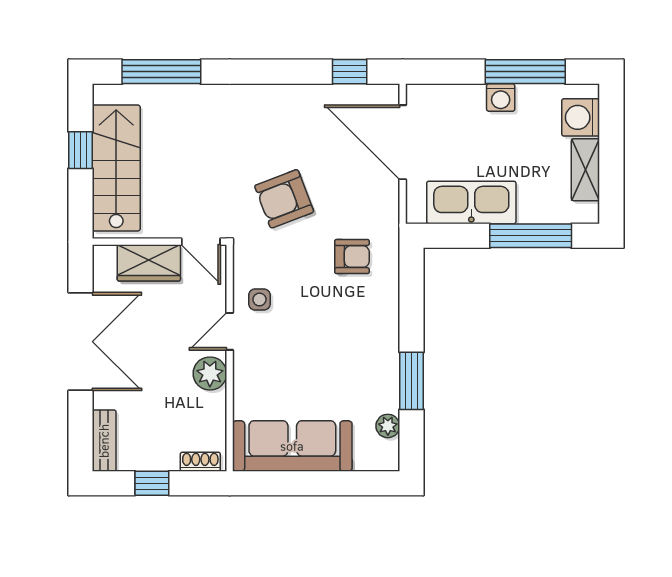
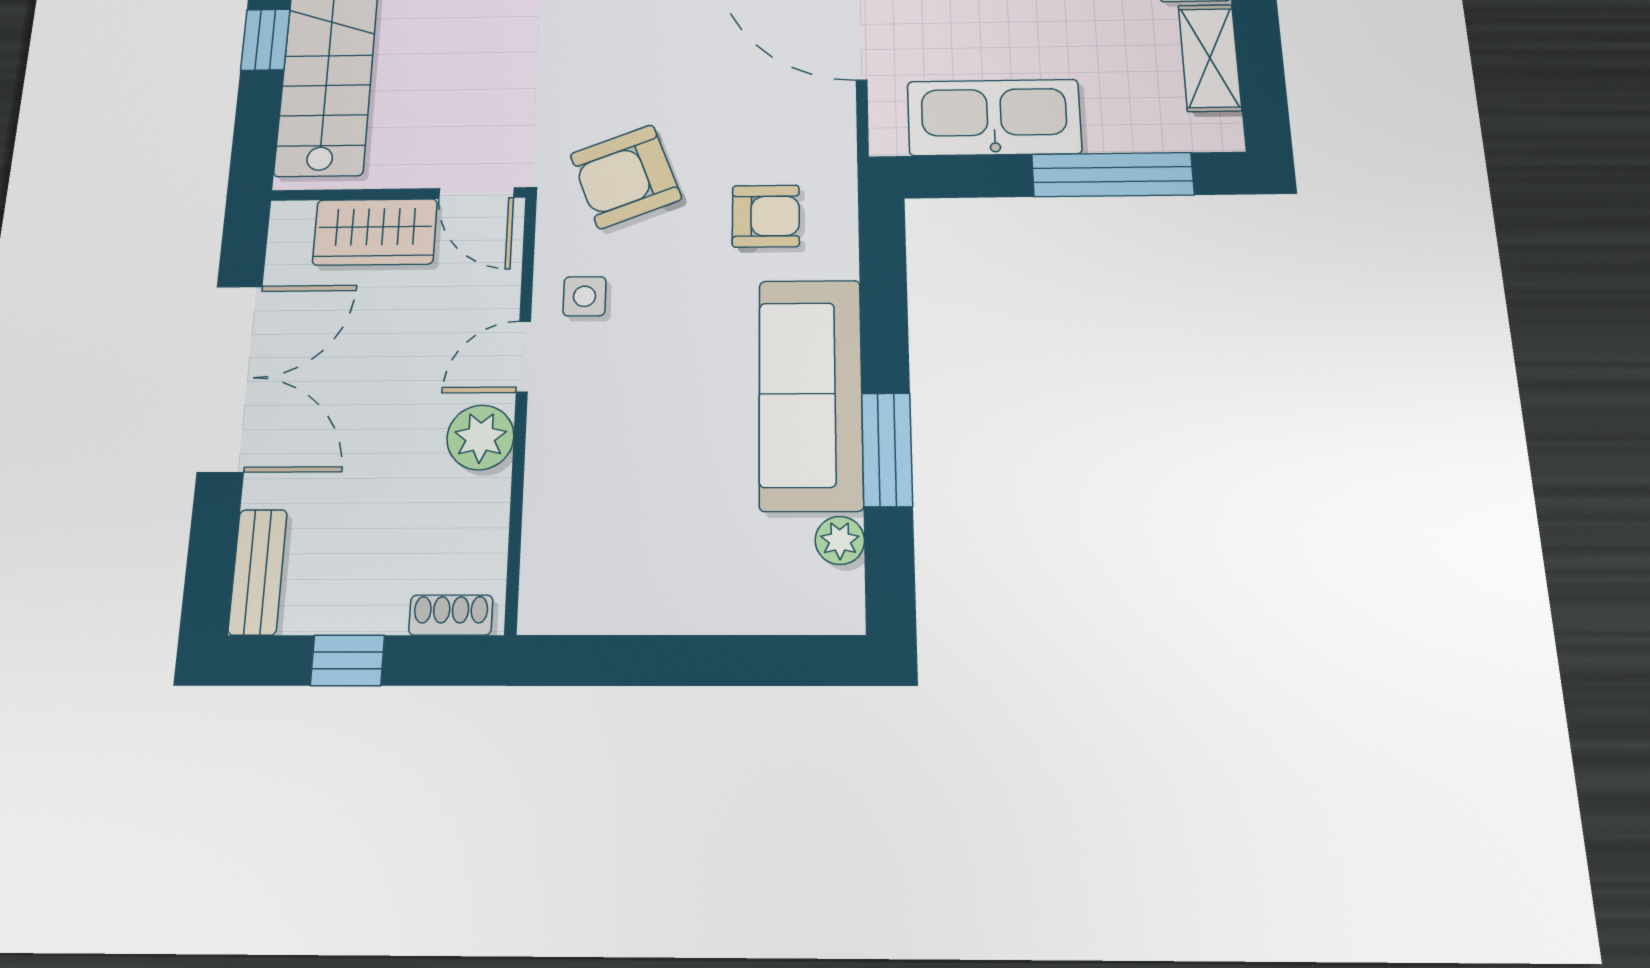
armchair: (284, 199) -> (626, 177), moved
sofa: (292, 446) -> (811, 394), moved, turned -90

